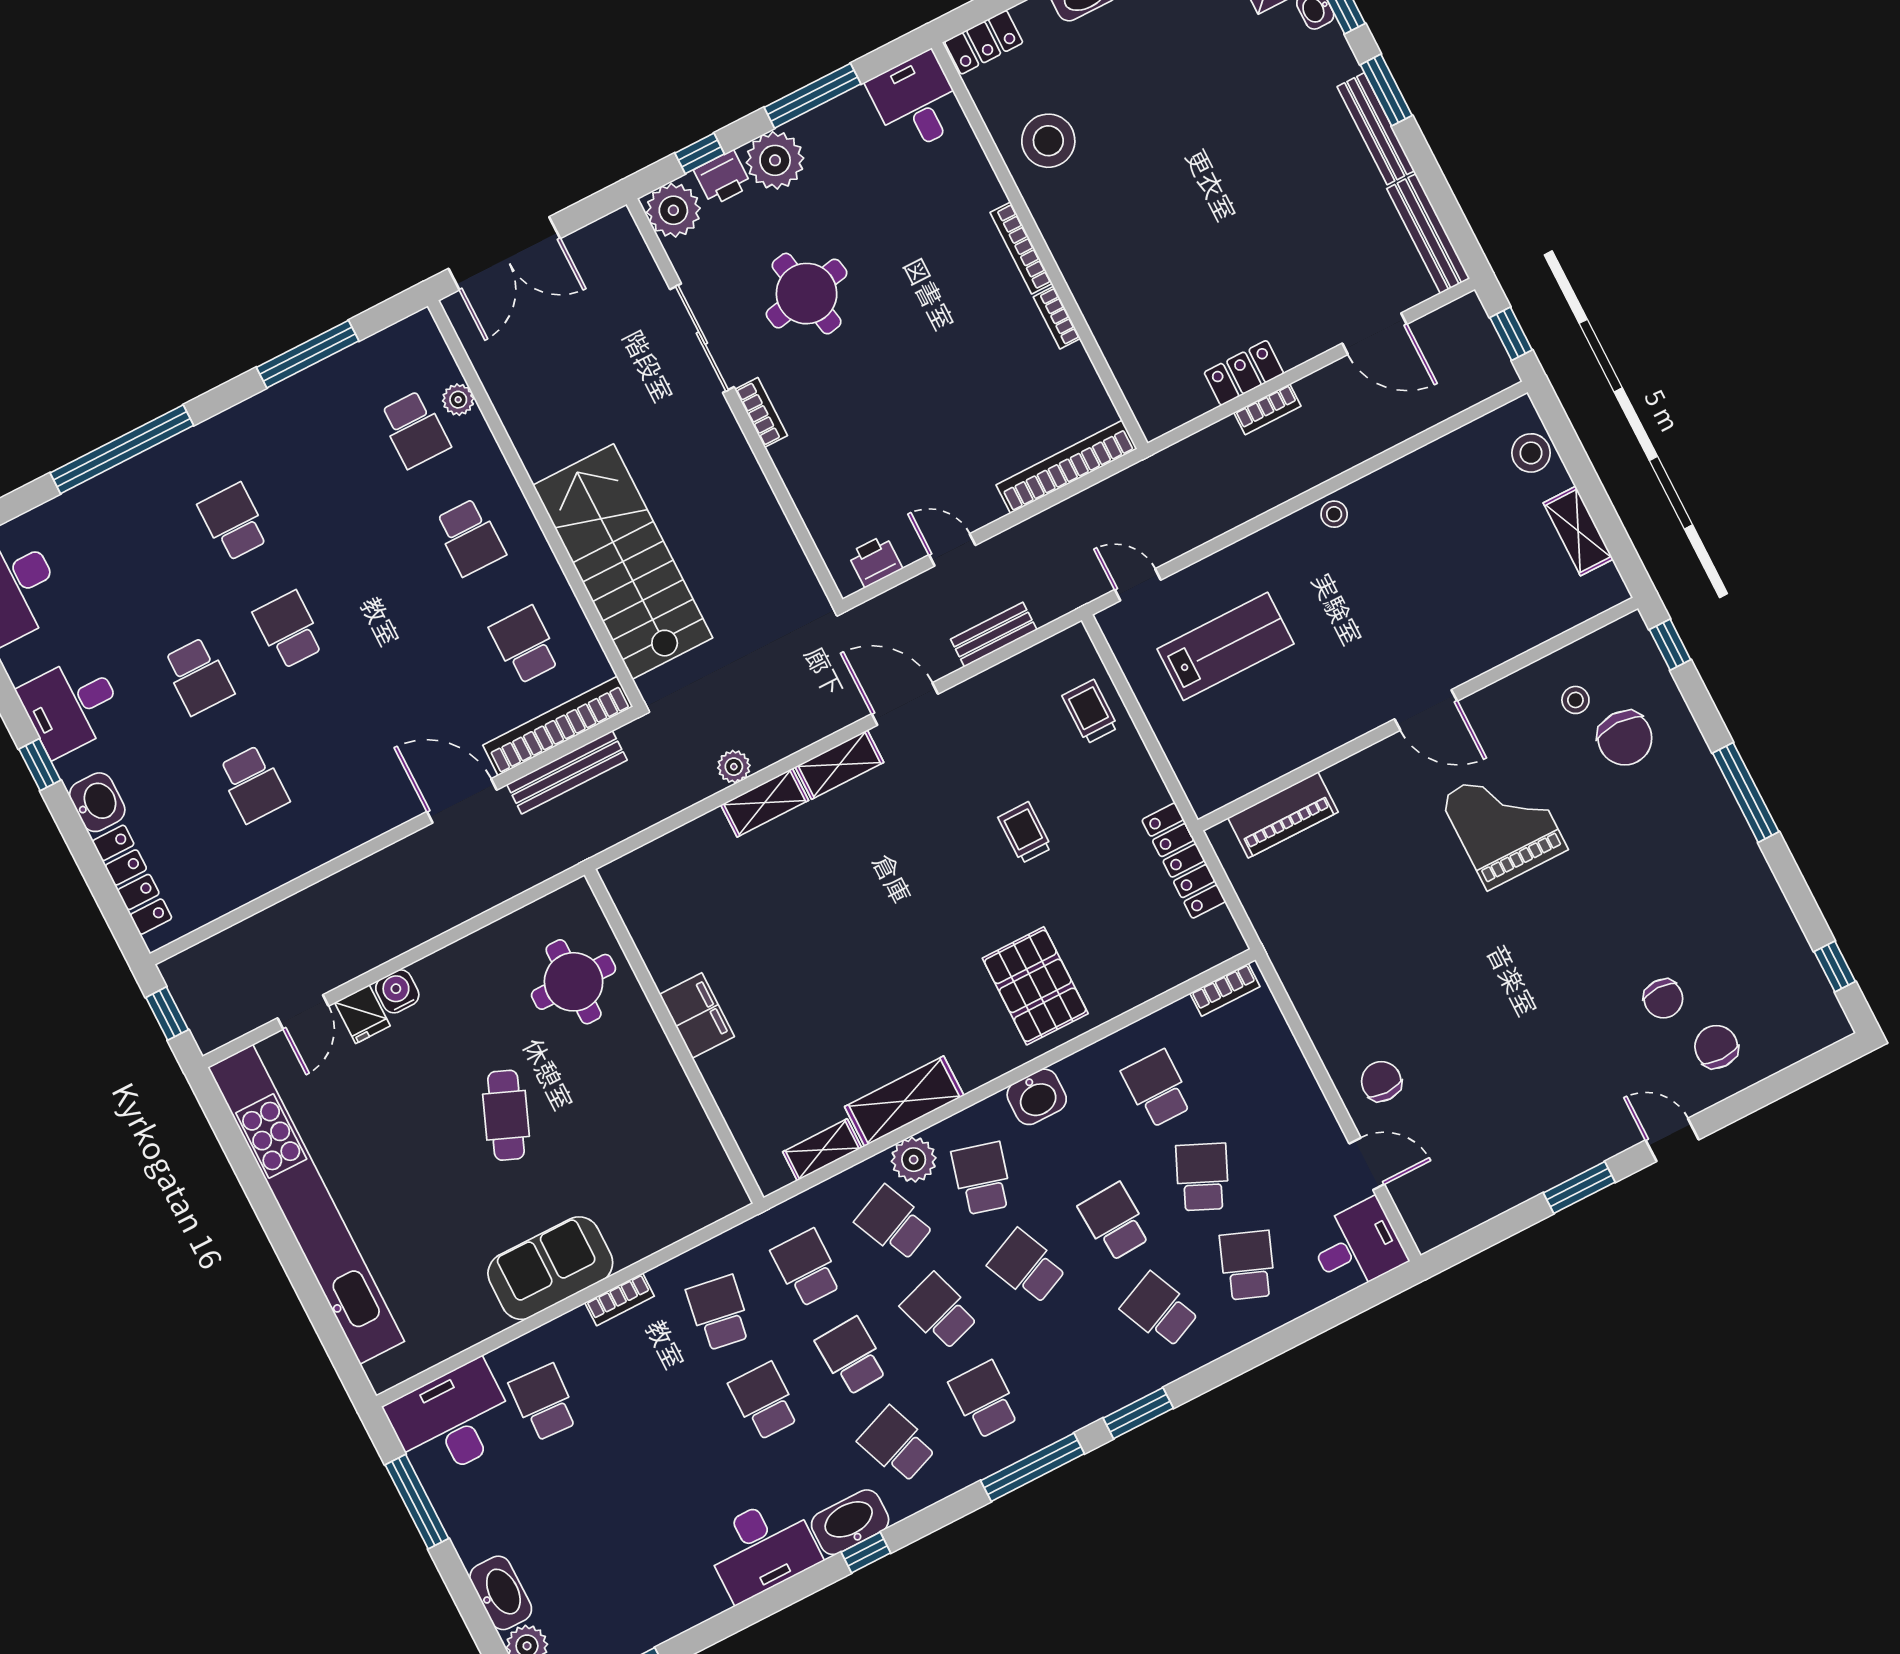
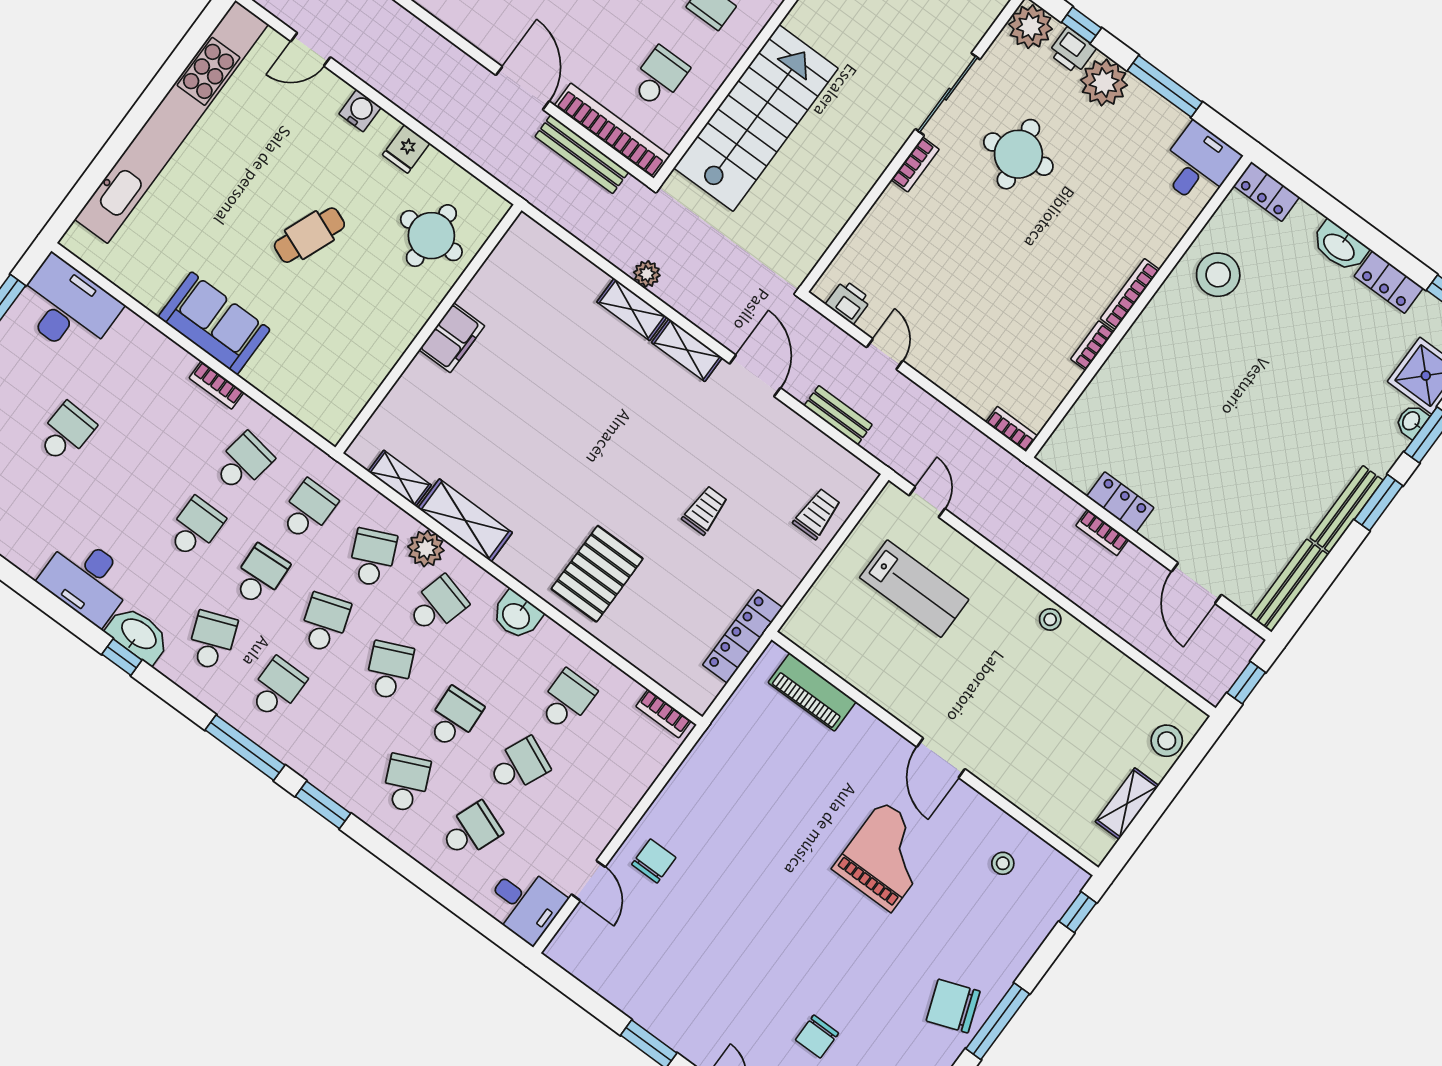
bookcase: (1067, 467) -> (1012, 429), width x0.43, depth x0.76
chair: (1625, 738) -> (953, 1006), moved, turned 70
fridge: (362, 1014) -> (406, 149), moved
school desk: (544, 1403) -> (66, 433), moved

